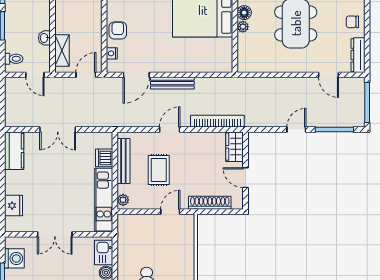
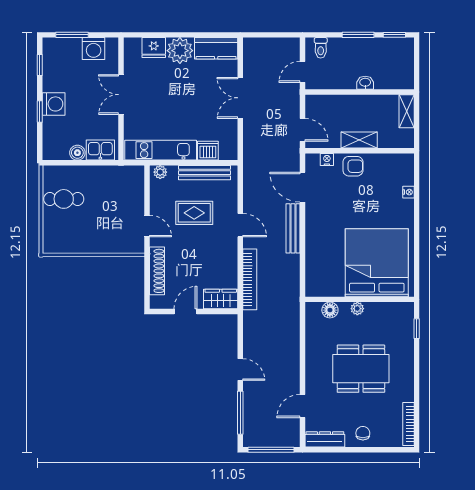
floor lamp: (244, 13) -> (330, 310), moved
washbasin: (44, 38) -> (365, 83), moved
shelving: (62, 51) -> (359, 140), moved
plant: (16, 183) -> (180, 51), added

